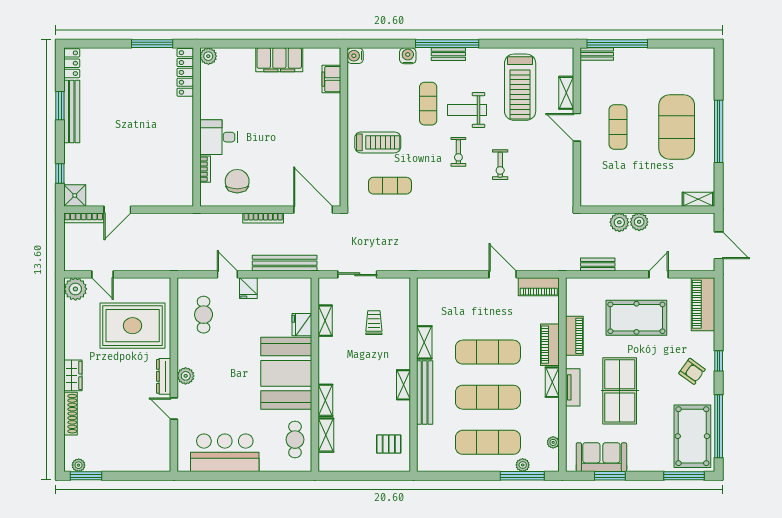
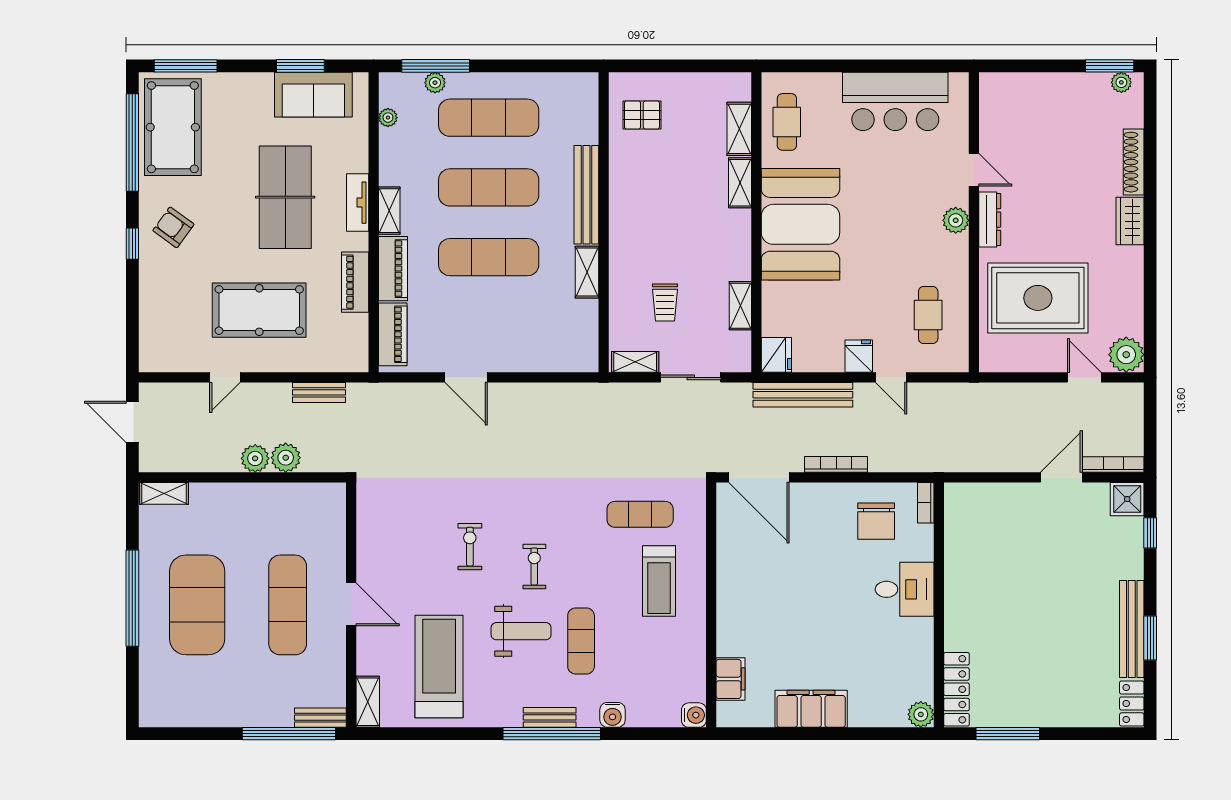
shelving: (566, 93) -> (368, 702), moved
exercise mat: (618, 127) -> (288, 605), width x1.36, depth x1.45
treadmill: (378, 142) -> (659, 581), turned -90
bookcase: (205, 169) -> (926, 503), moved
piano: (539, 287) -> (393, 334), moved, turned 90
piano: (703, 304) -> (157, 331), removed
fridge: (302, 325) -> (776, 355), moved
shelving: (403, 385) -> (635, 362), moved, turned 90

